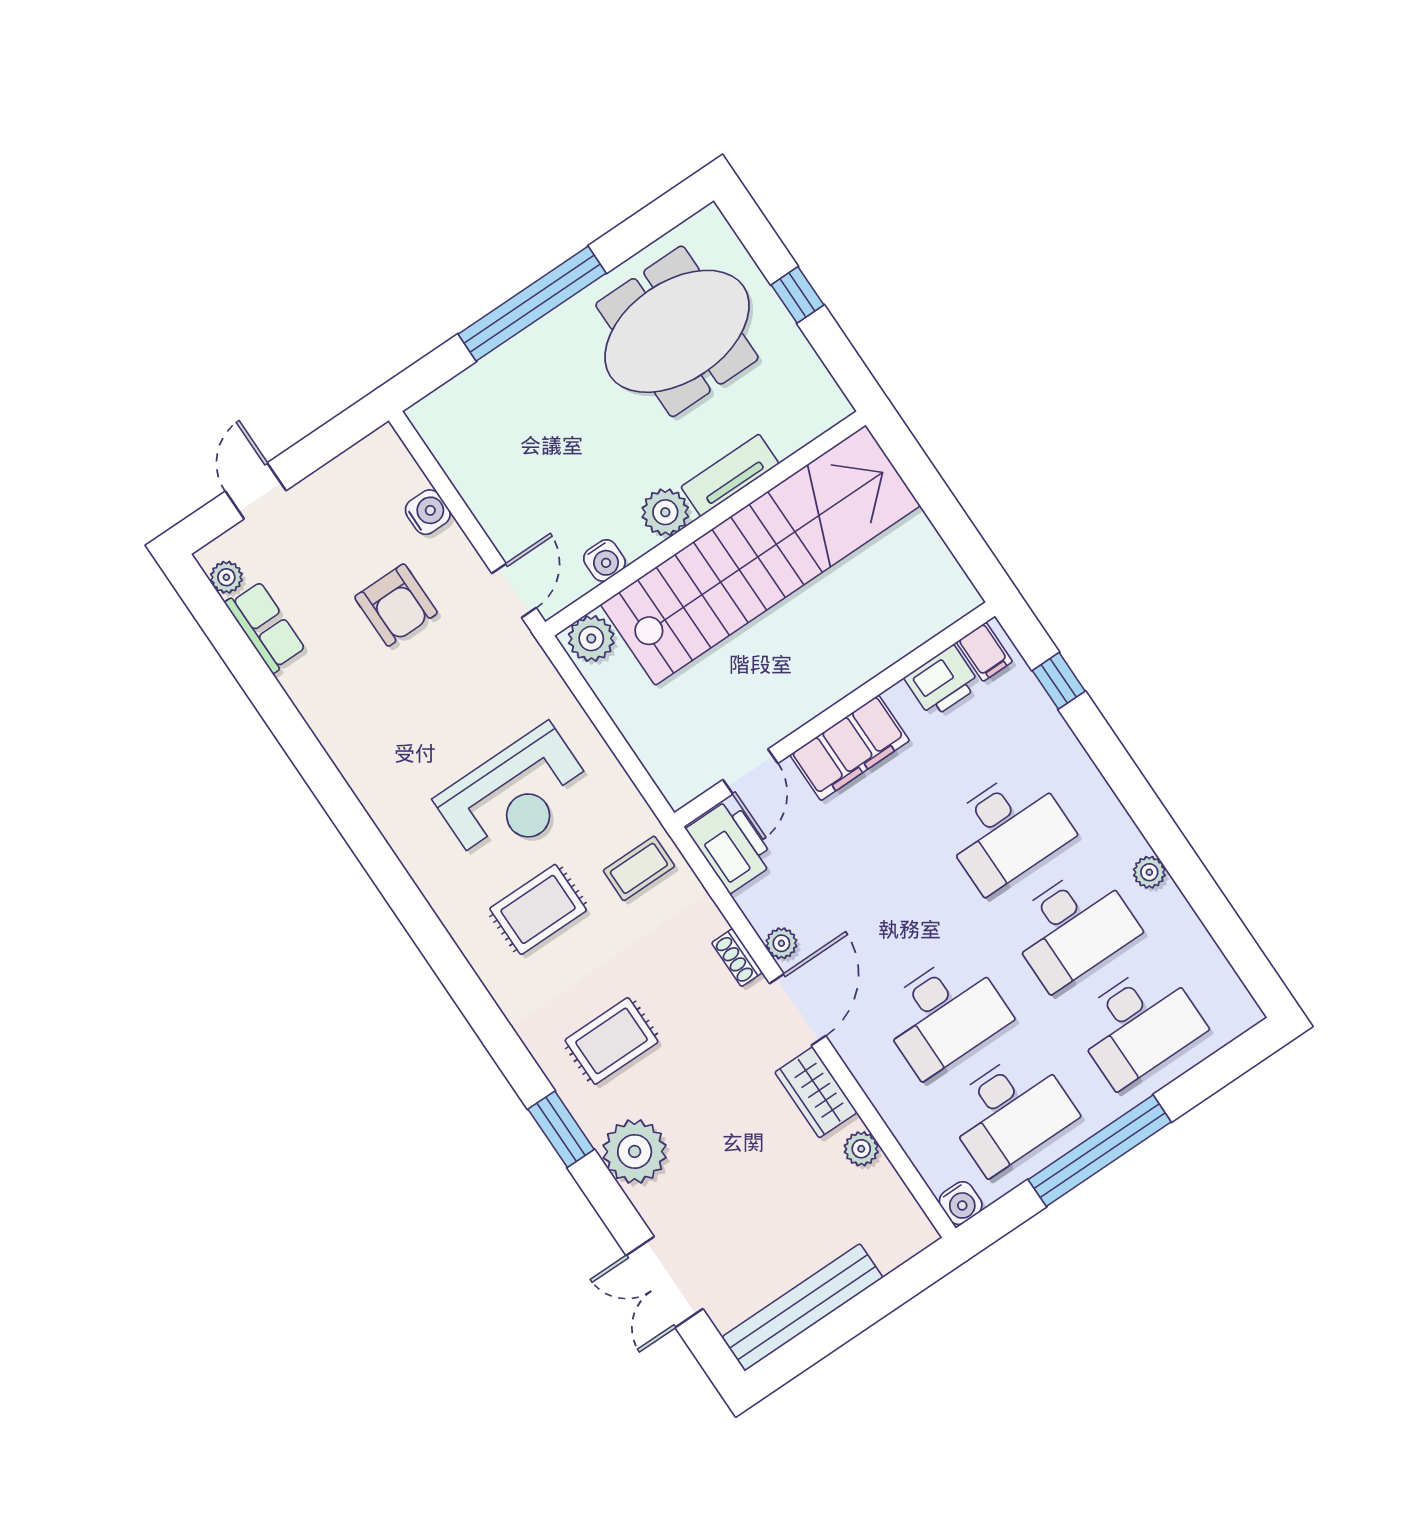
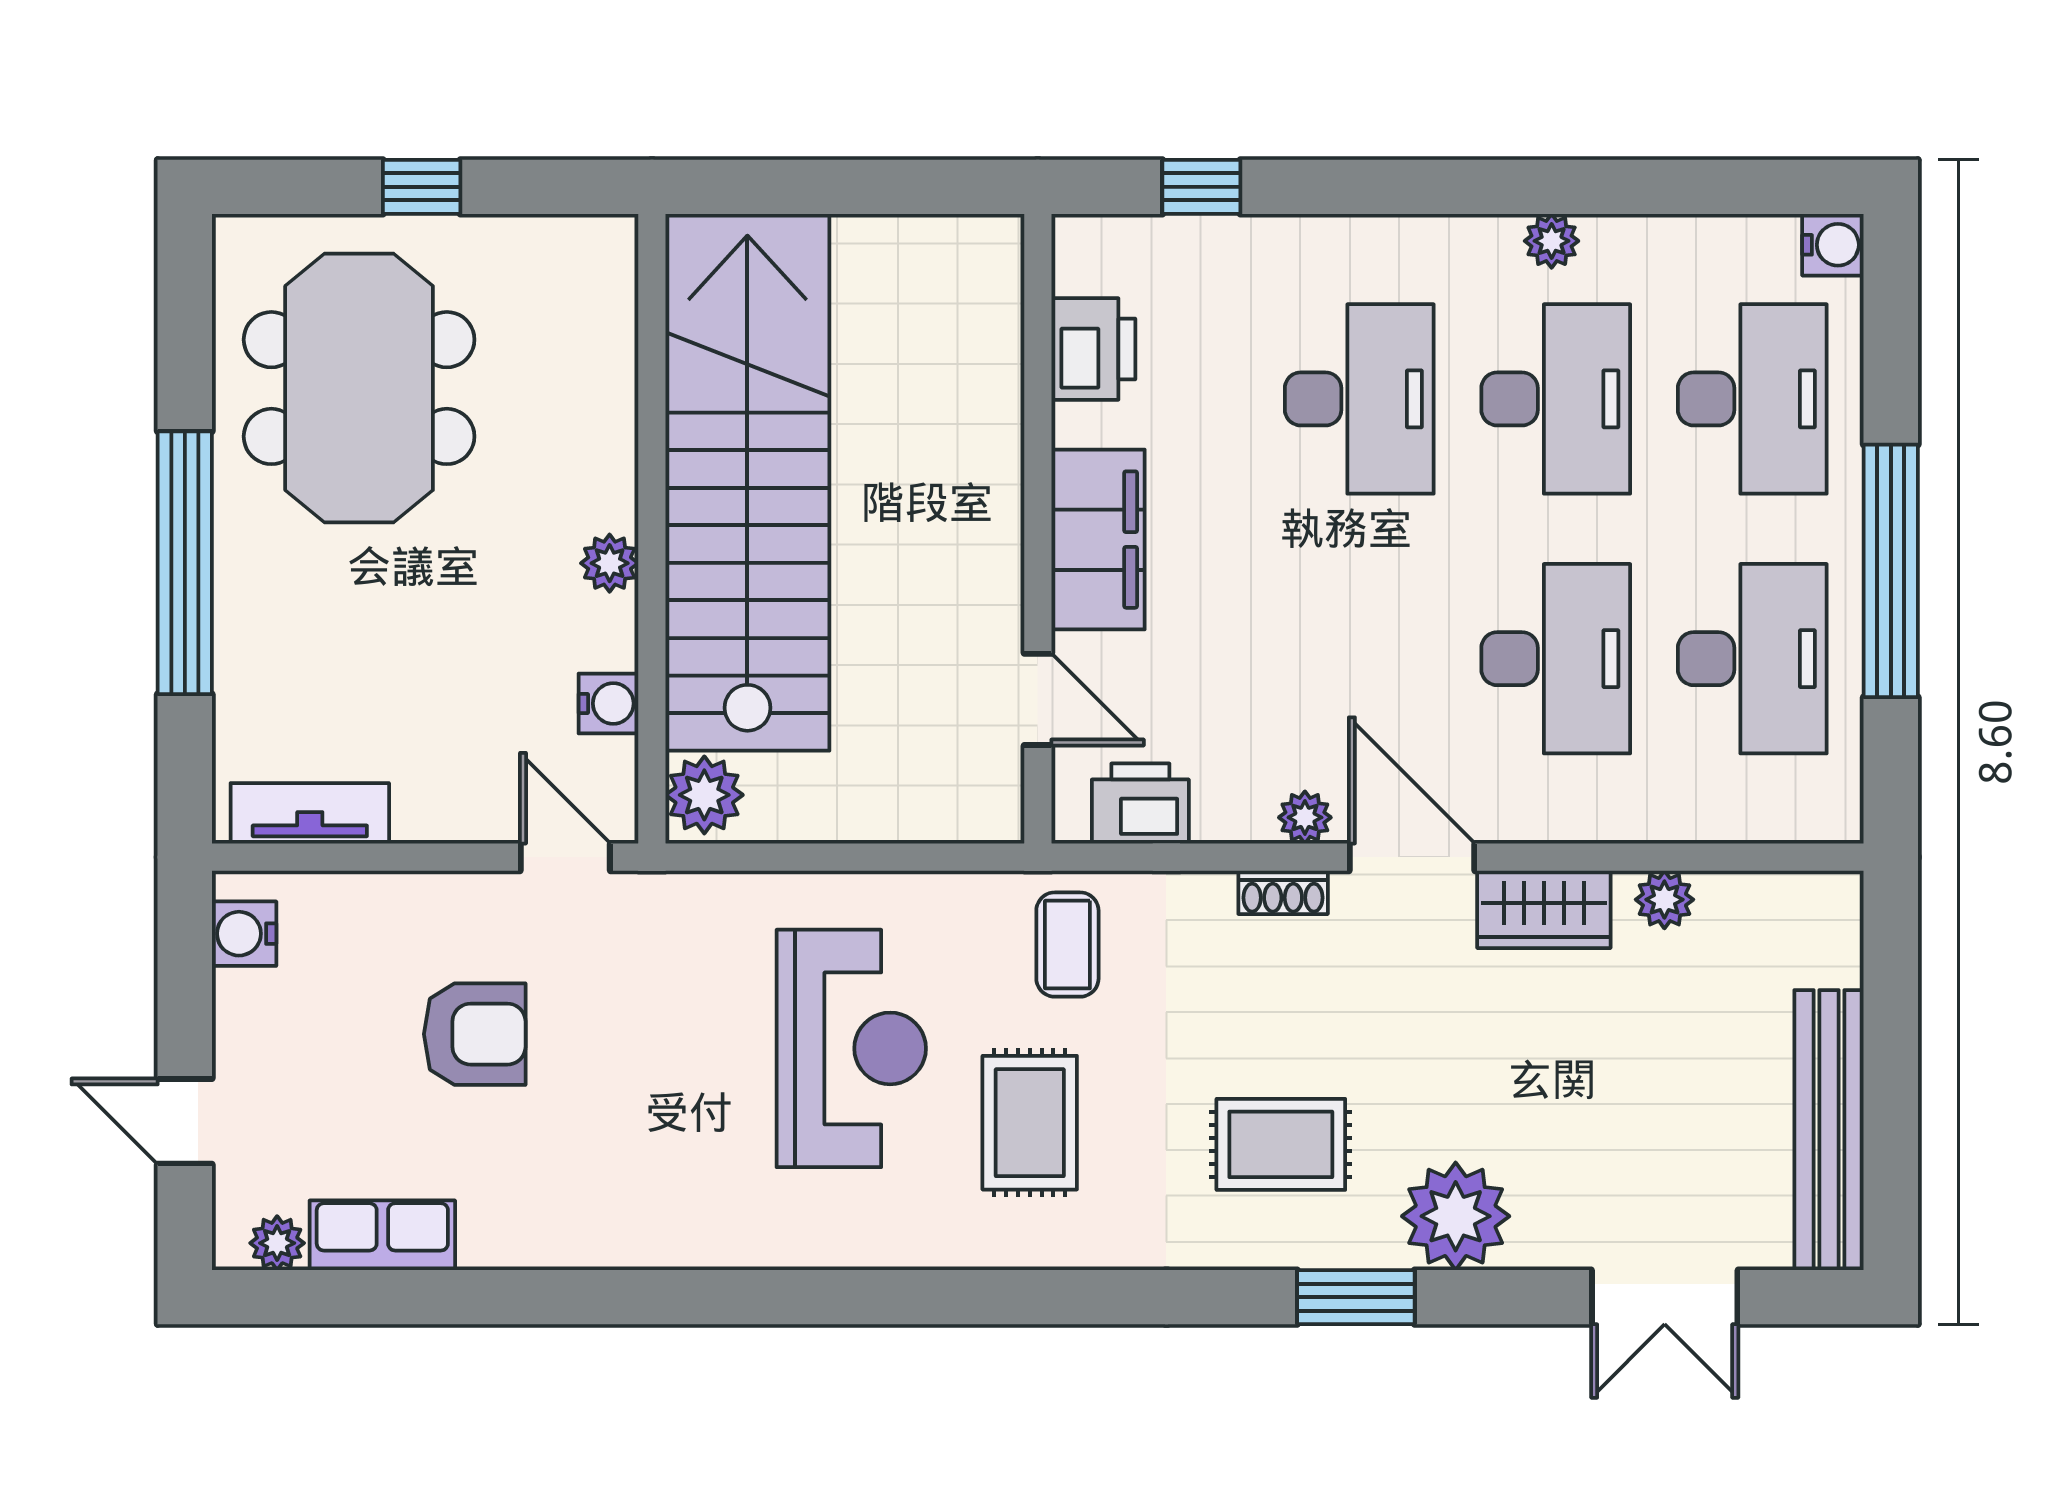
tv unit: (730, 475) -> (310, 813), moved, turned 90
water cooler: (428, 512) -> (244, 934), moved, turned -90
plant: (665, 512) -> (610, 563), width x0.73, depth x0.73
filing cabinet: (984, 652) -> (1092, 263), removed
printer: (731, 846) -> (1140, 803), width x0.73, depth x0.84
rug: (612, 1041) -> (1281, 1144), turned 90
water cooler: (961, 1203) -> (1833, 245), moved

